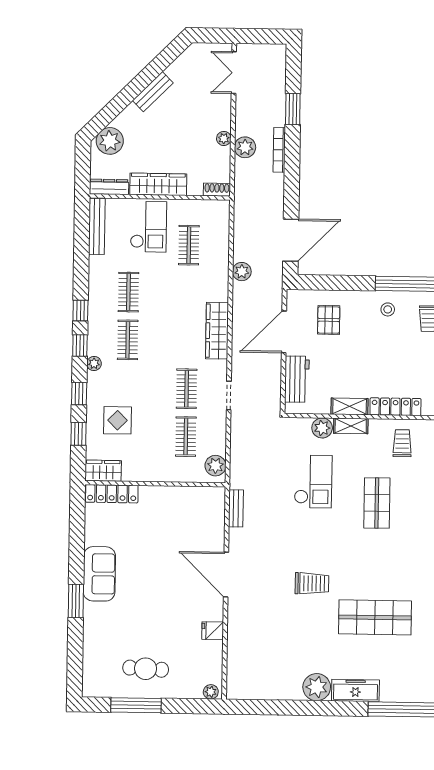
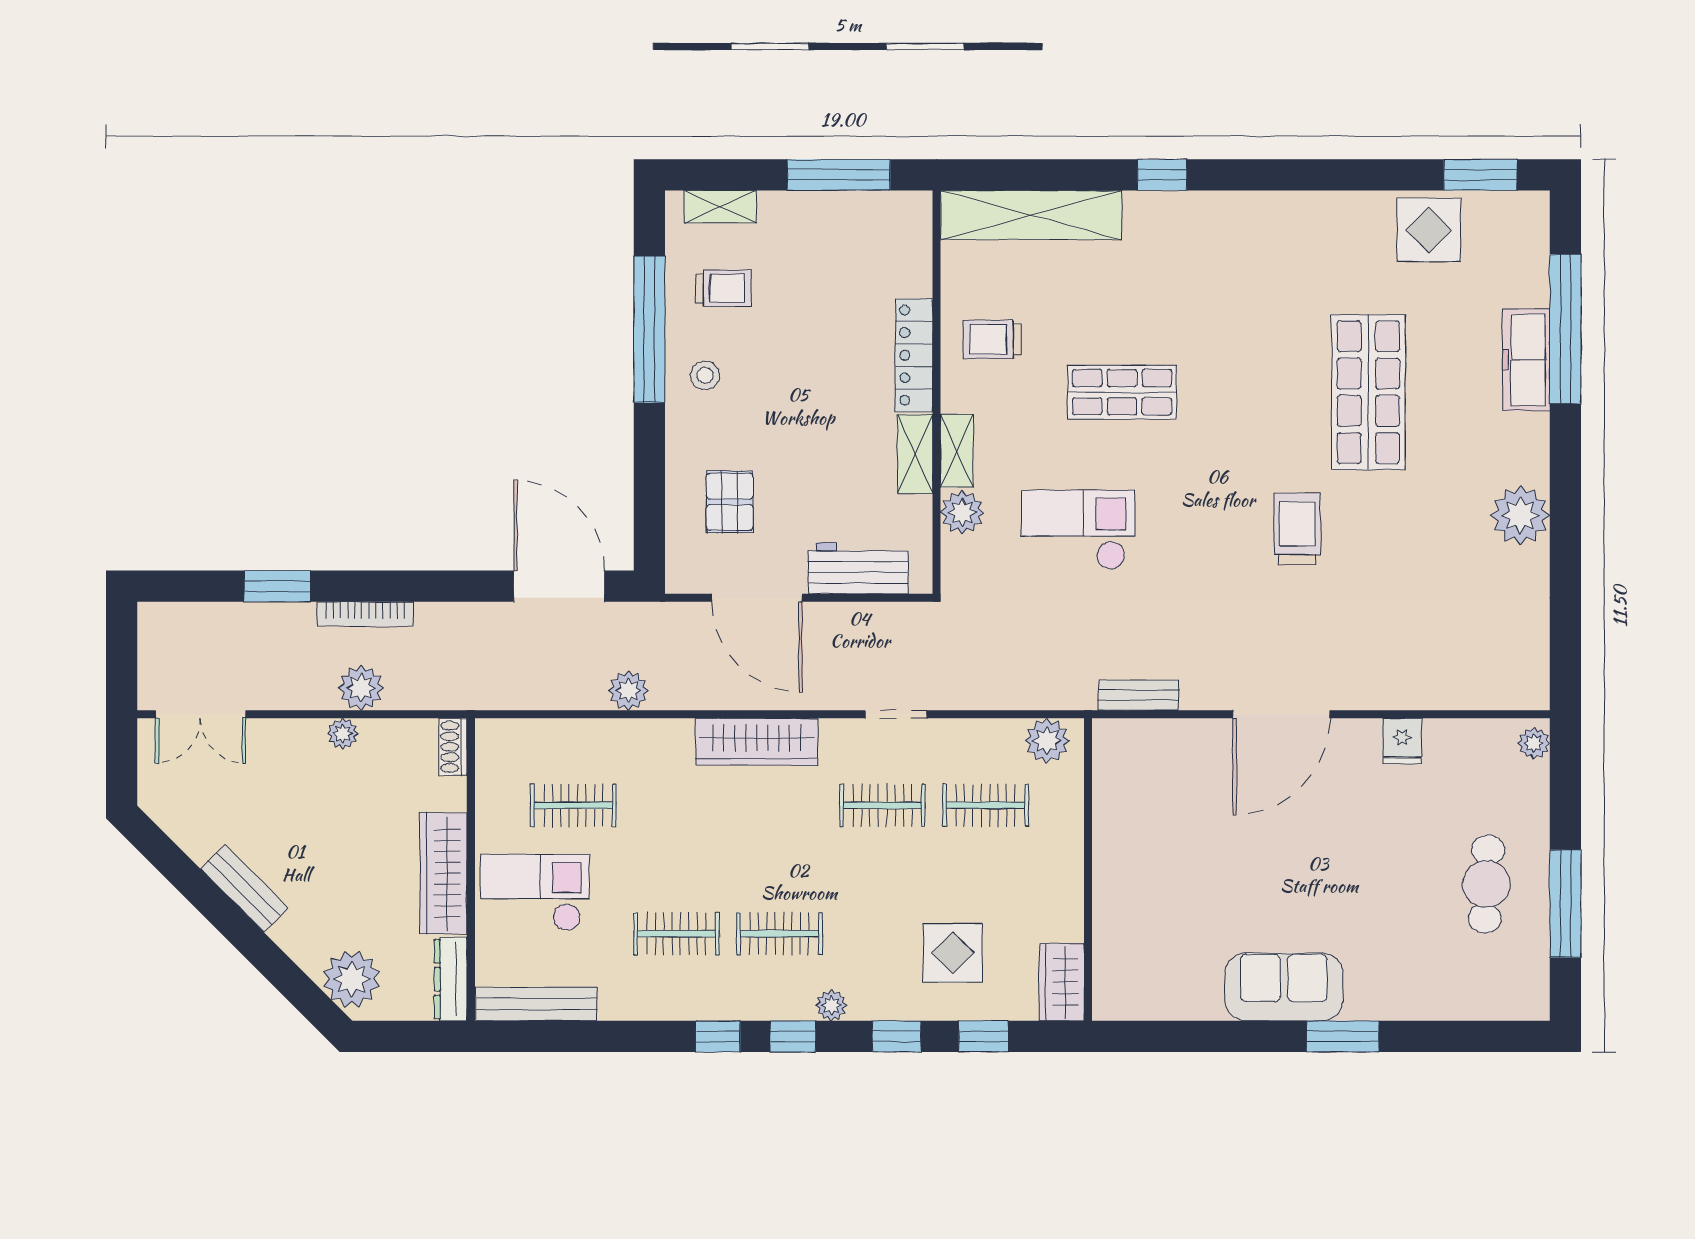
pallet: (329, 320) -> (730, 502), turned 90
locker: (112, 494) -> (1111, 963), removed
freezer: (355, 690) -> (1526, 360), moved

